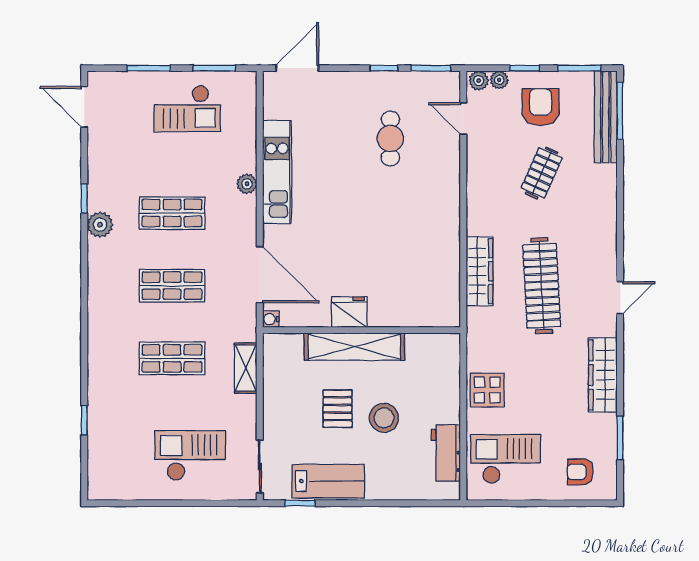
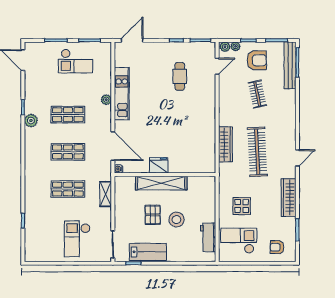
armchair: (541, 107) -> (257, 60), turned 90
door: (463, 119) -> (217, 66), swing flipped
clothes rail: (542, 173) -> (257, 94), turned -36
display table: (487, 390) -> (242, 206), moved
checkout: (190, 455) -> (77, 239), turned -90

